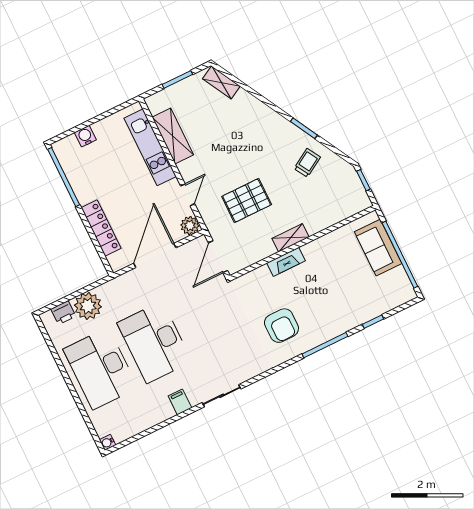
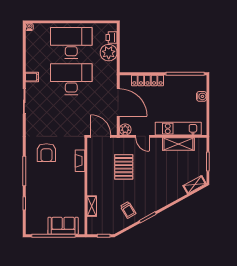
shelving: (291, 238) -> (92, 206), moved
fireplace: (286, 262) -> (80, 161), moved
armchair: (281, 326) -> (46, 153), turned -90

